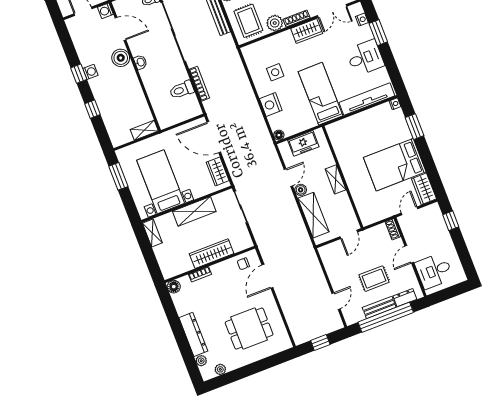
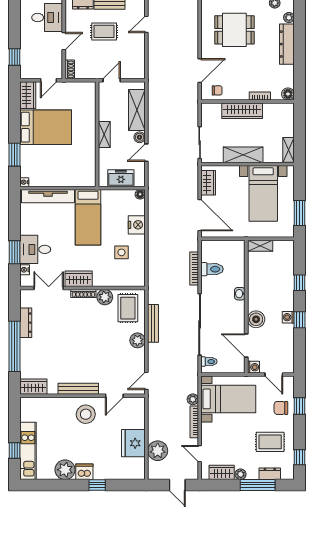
desk: (365, 58) -> (35, 249), moved
washbasin: (140, 62) -> (240, 294), moved

